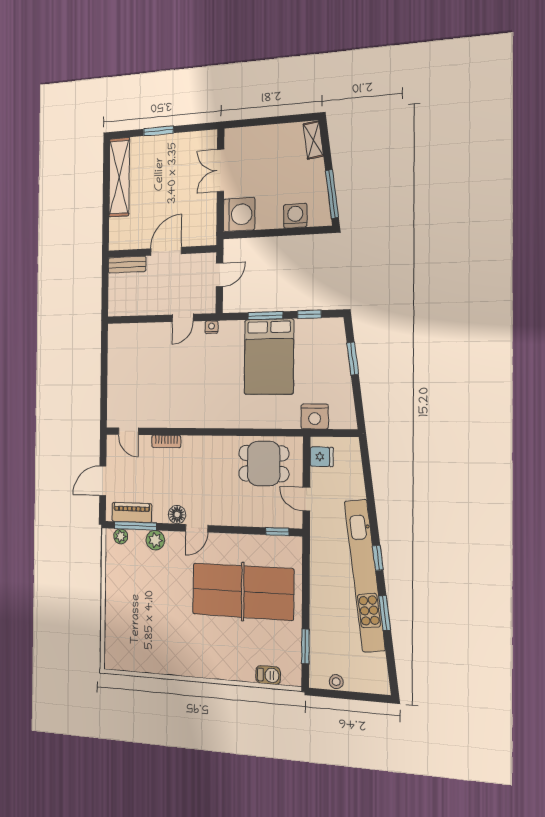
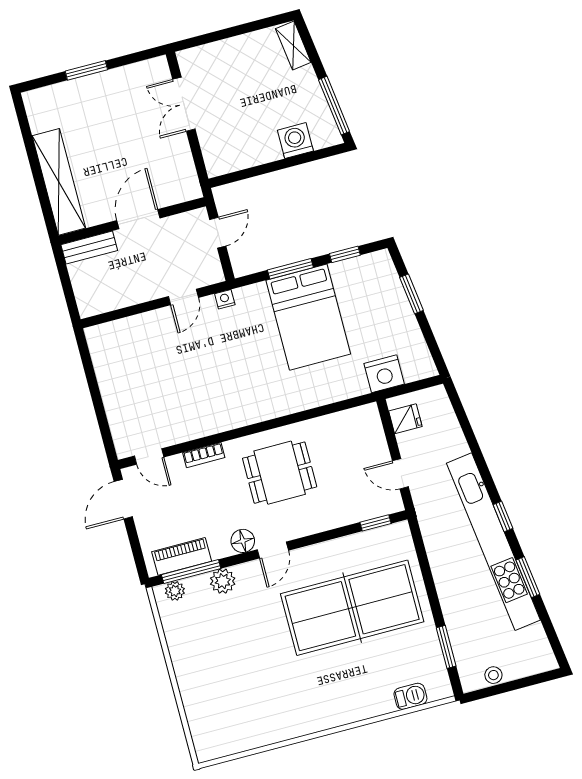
shelving: (119, 177) -> (59, 182), moved
washing machine: (239, 214) -> (223, 153), removed
dining table: (264, 463) -> (280, 473), moved
door: (103, 481) -> (123, 499), moved

